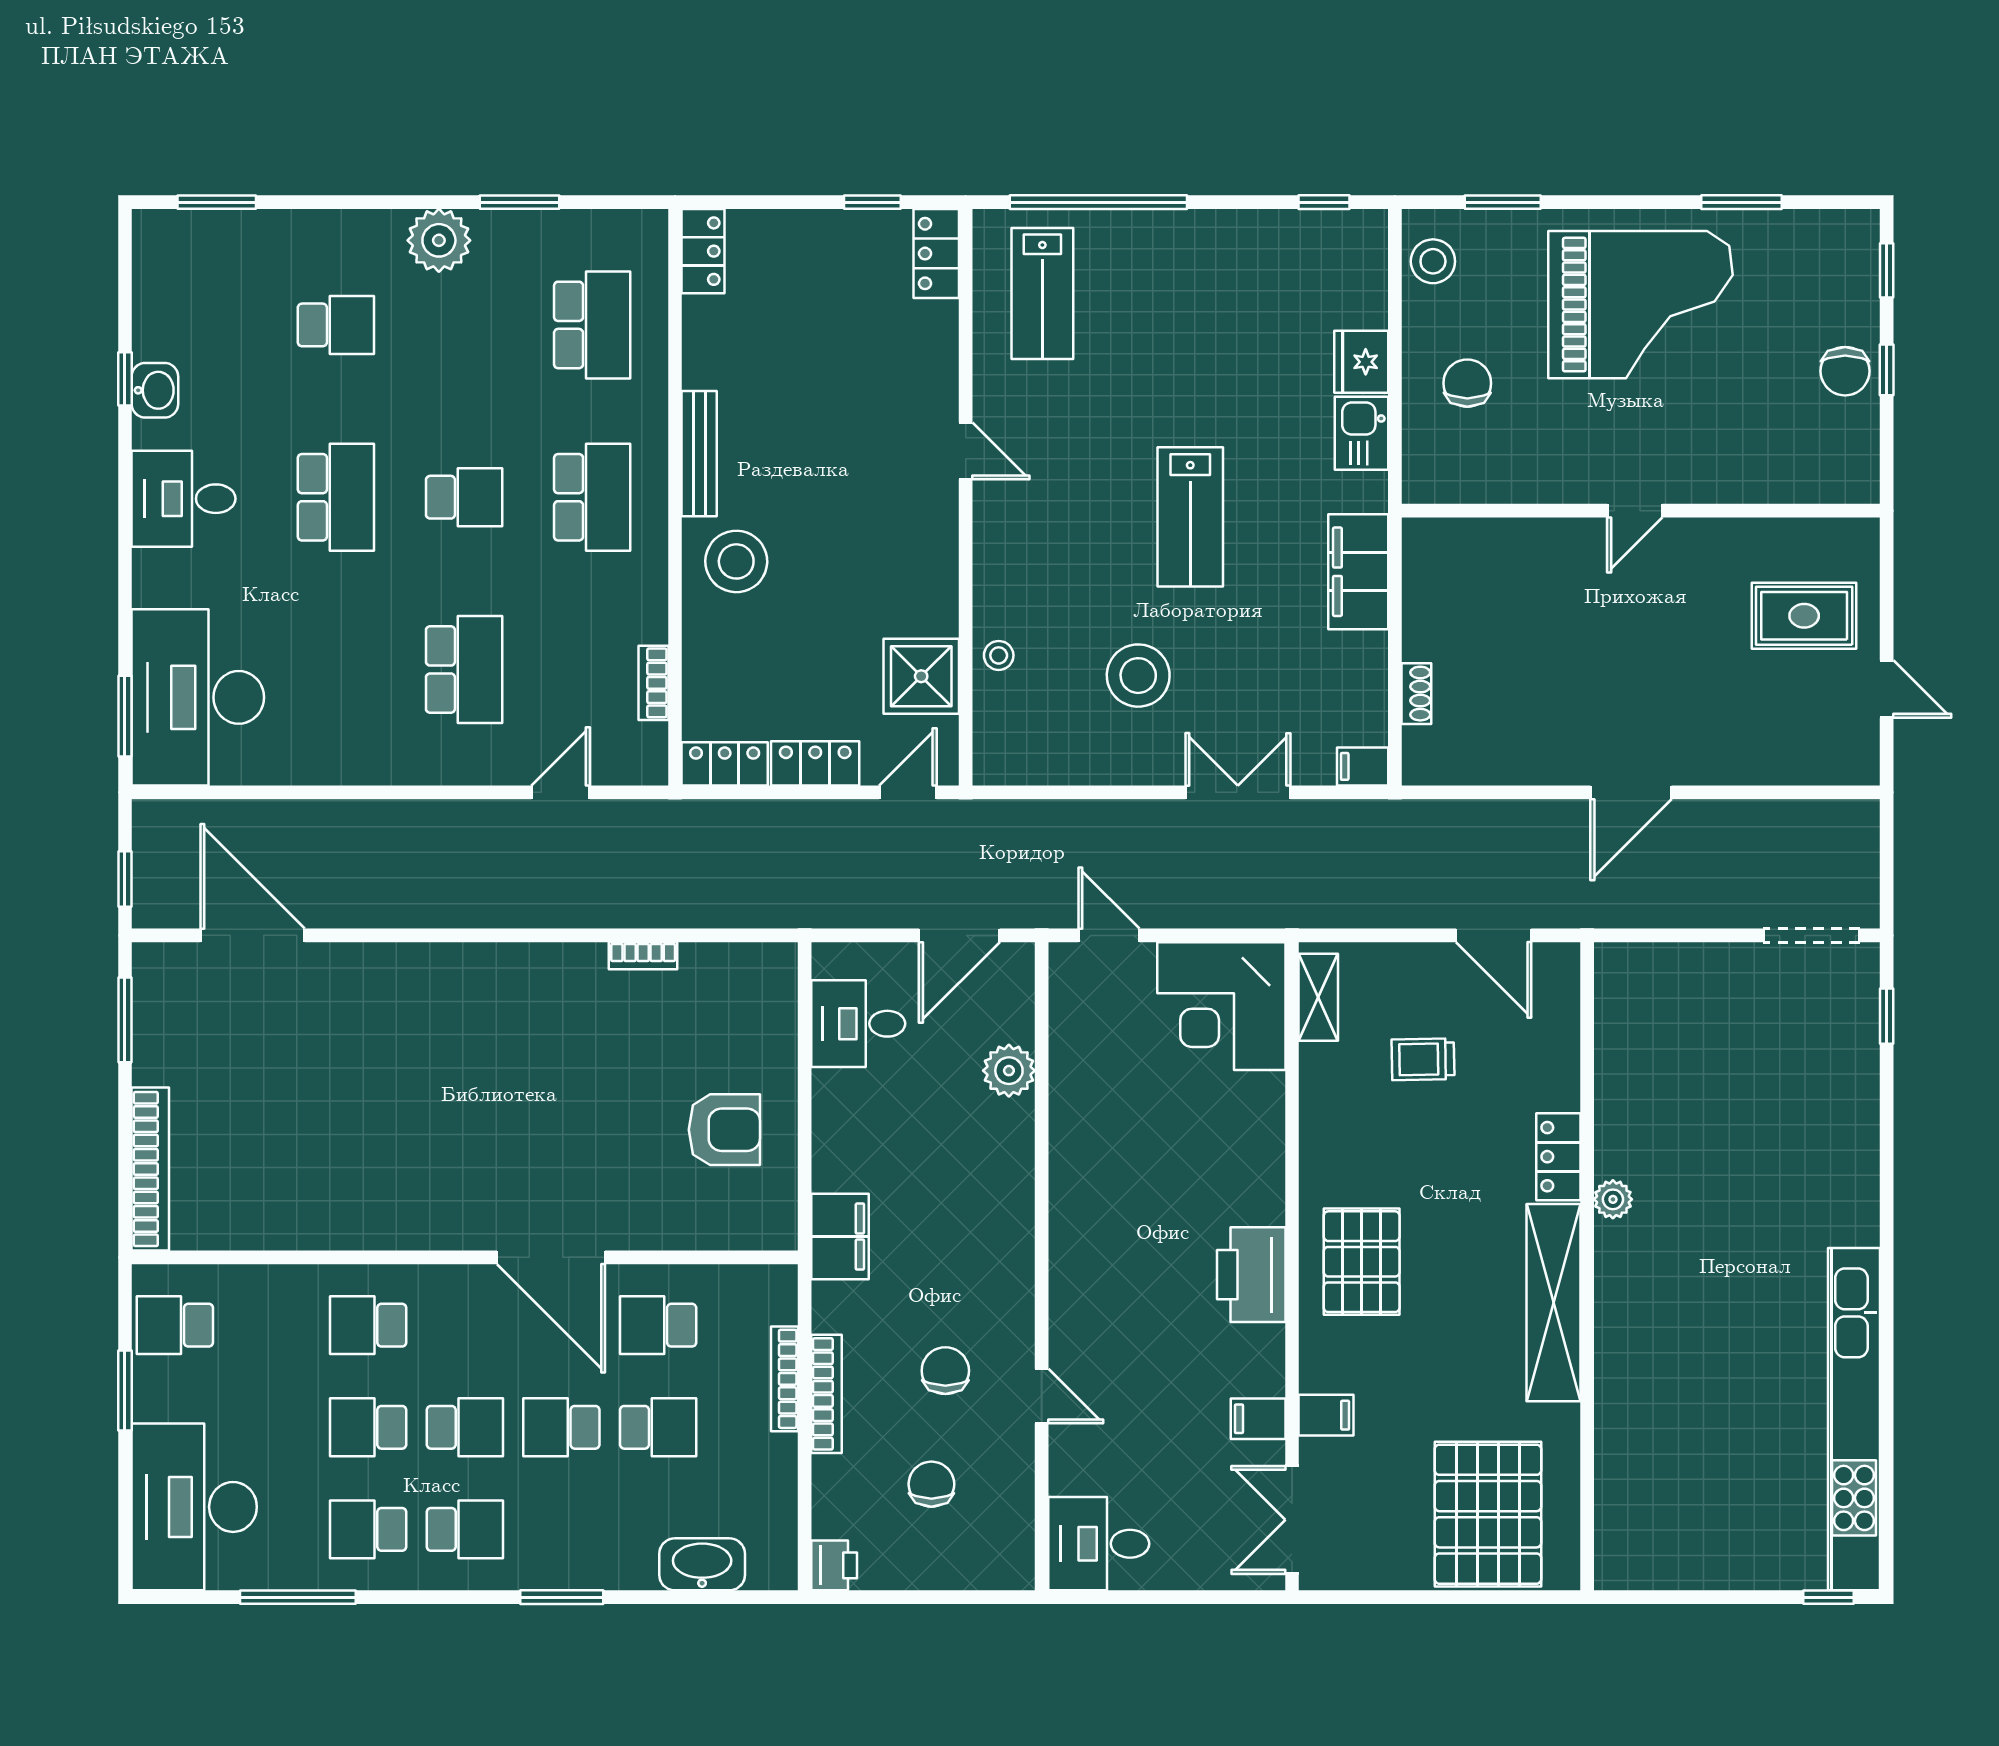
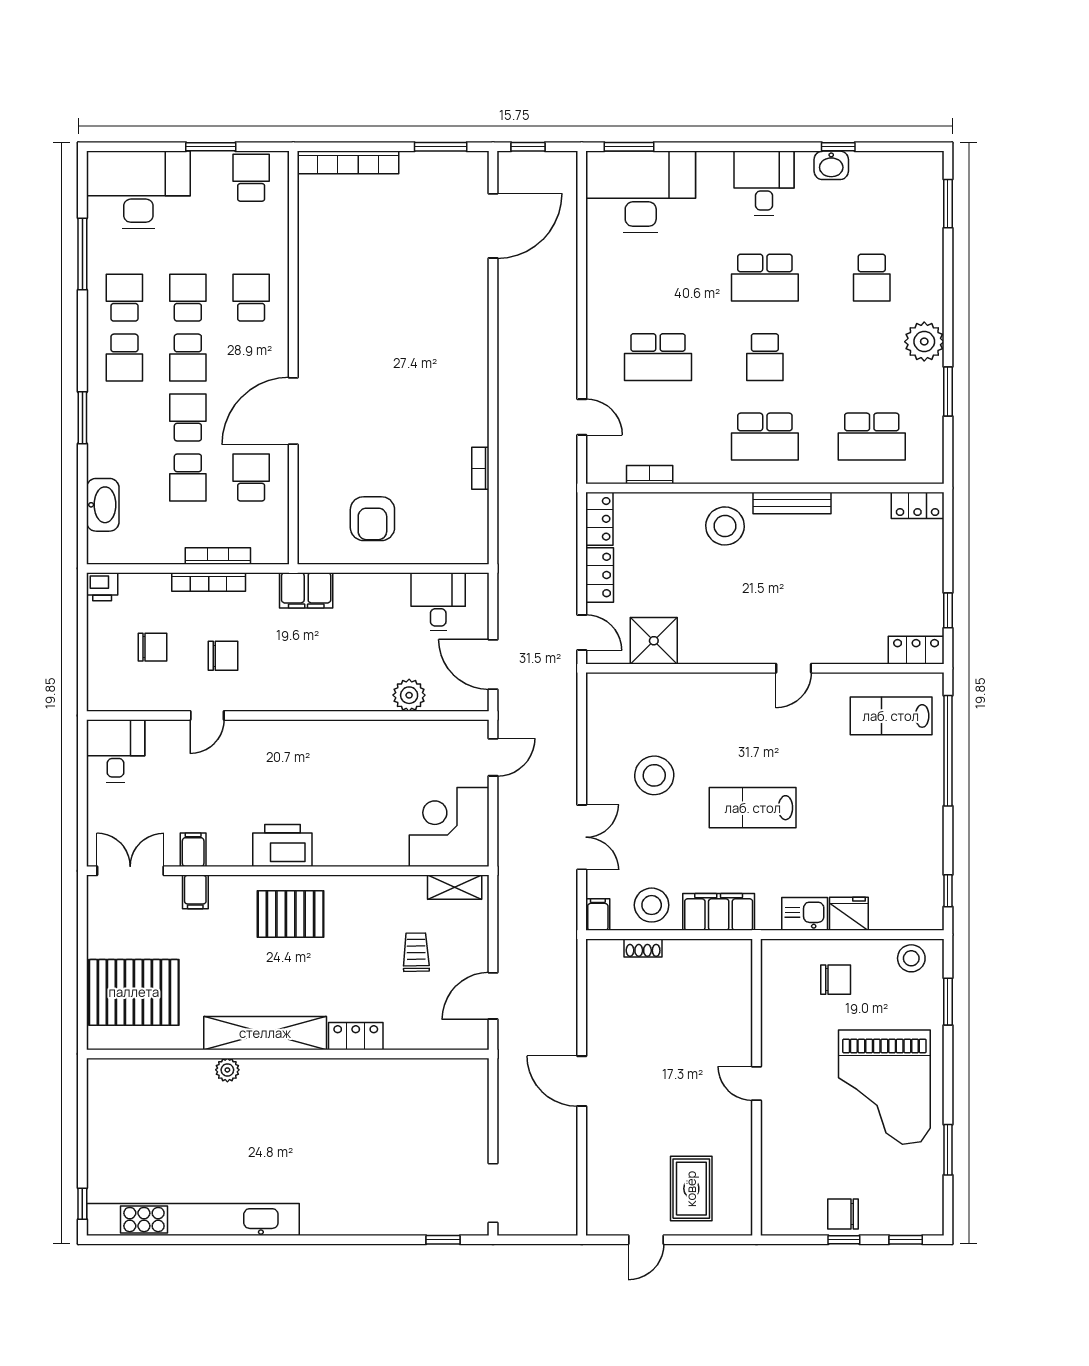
stool: (999, 655) -> (652, 905), moved, width x1.89, depth x1.89
plant: (1613, 1199) -> (227, 1070), moved

